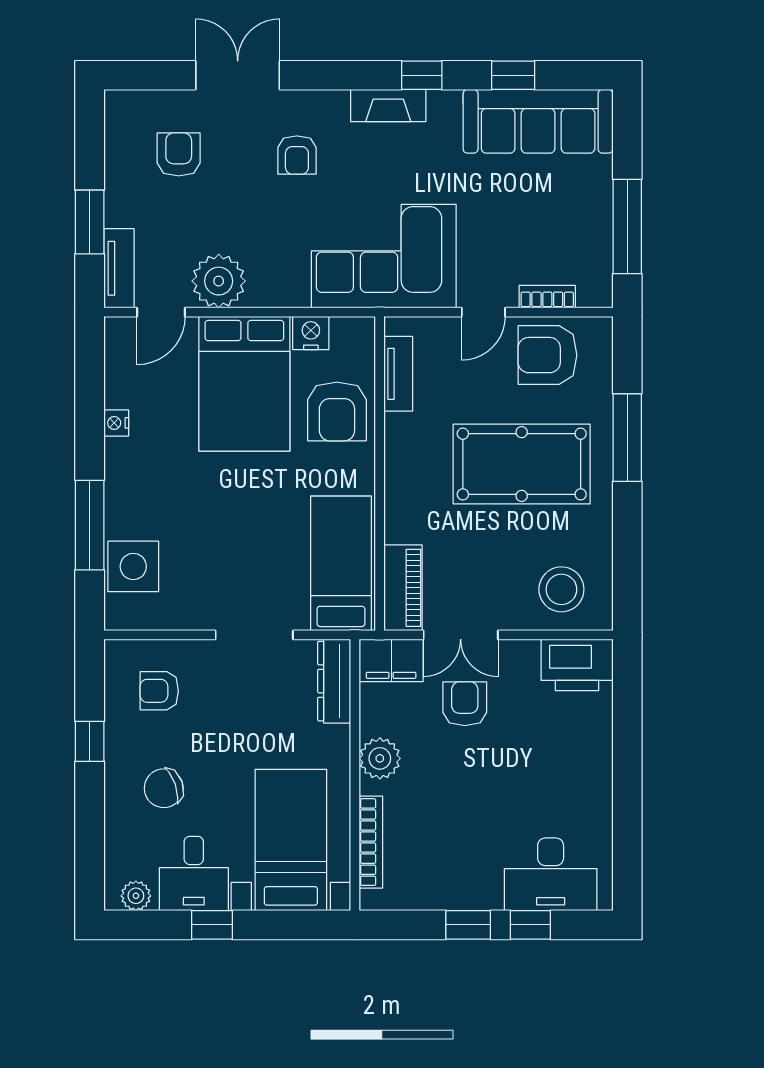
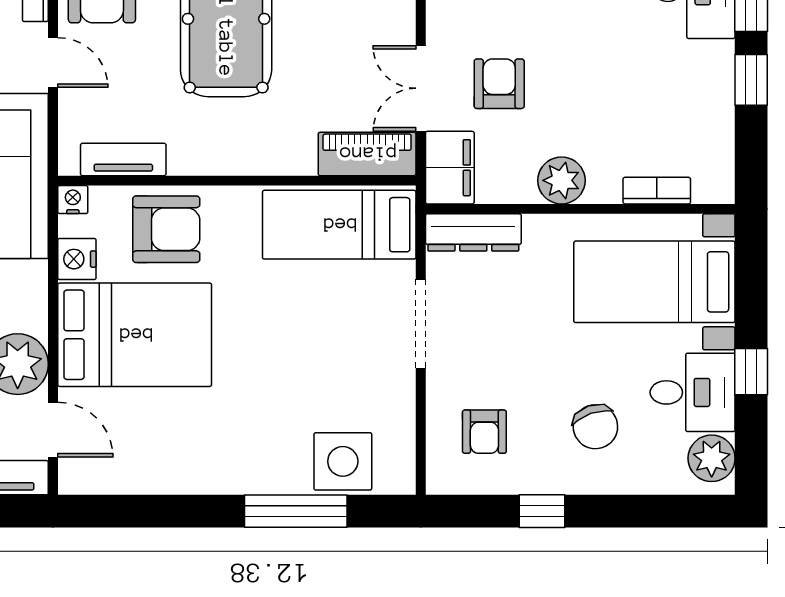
nightstand: (116, 423) -> (73, 200), moved, turned 180
double door: (461, 635) -> (421, 88), swing flipped
armchair: (465, 704) -> (499, 84), turned 90
bookcase: (371, 842) -> (657, 191), width x0.64
plant: (136, 896) -> (712, 458), width x1.38, depth x1.38

